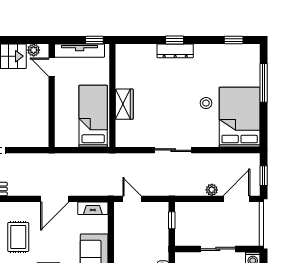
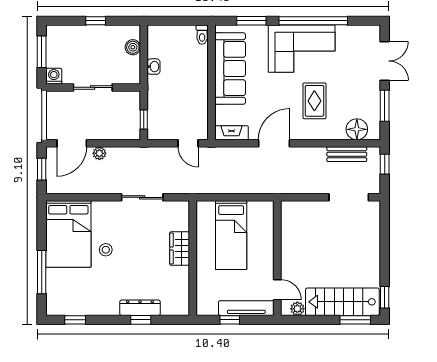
wall: (112, 95) -> (193, 258), moved
wardrobe: (124, 104) -> (180, 249), moved

